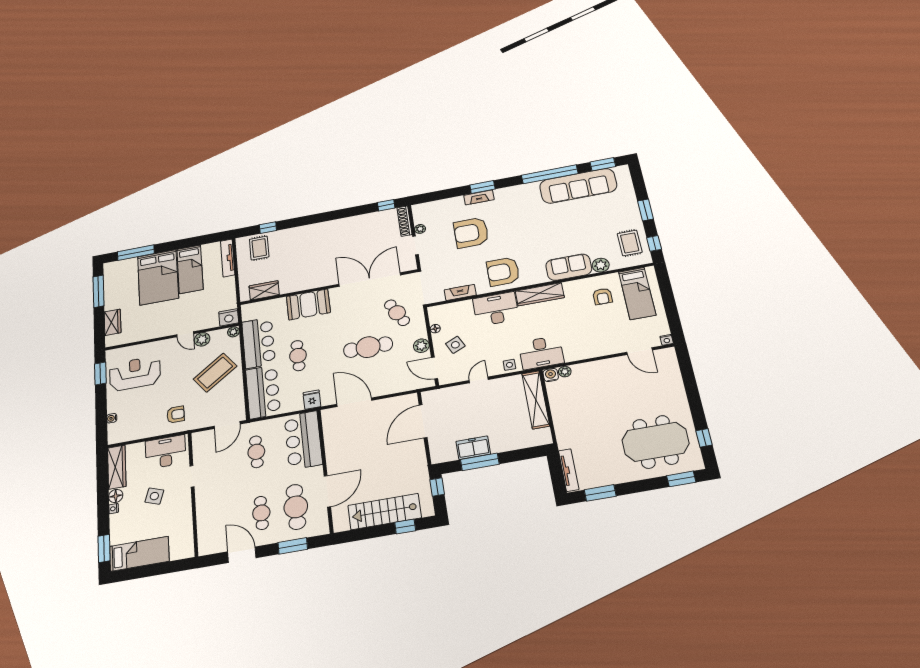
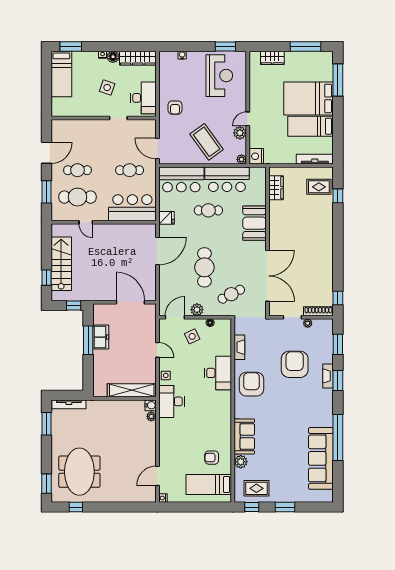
window: (603, 164) -> (338, 344), moved
wardrobe: (540, 294) -> (224, 409), removed
door: (327, 491) -> (86, 222), width x0.53

